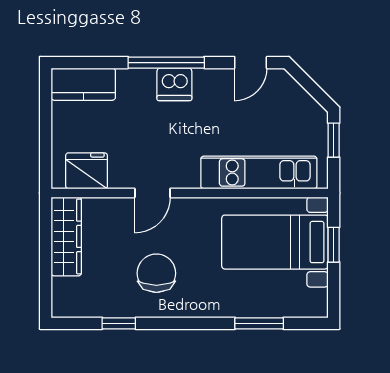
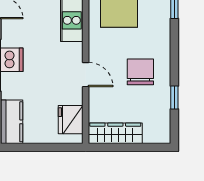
chair: (156, 273) -> (140, 72), turned 90

